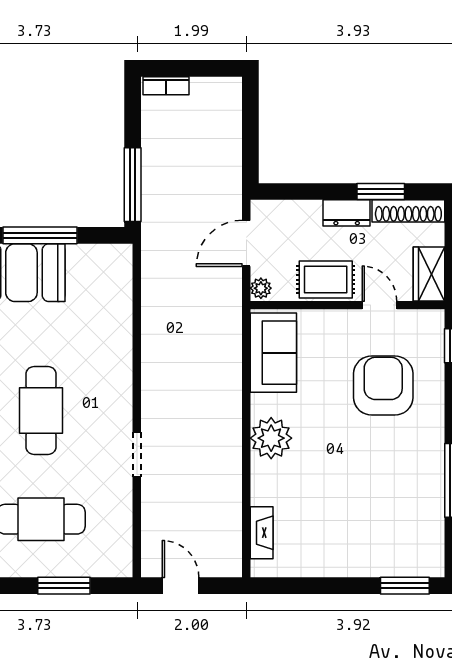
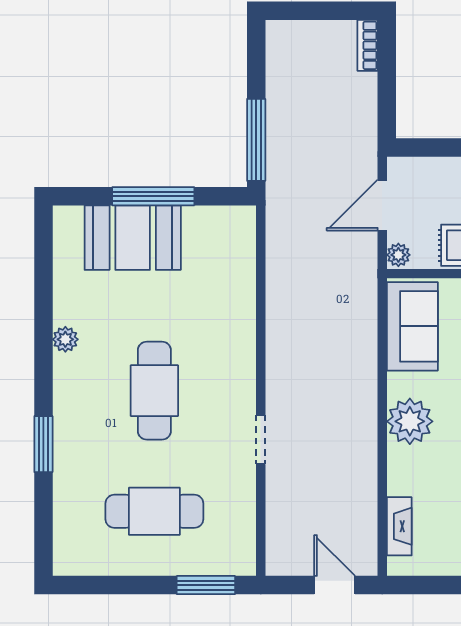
bookcase: (166, 86) -> (368, 45), moved, turned 90
window: (64, 586) -> (206, 585), moved
door: (181, 586) -> (335, 585), moved

